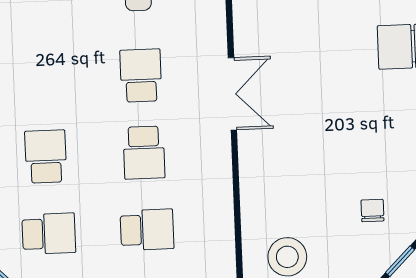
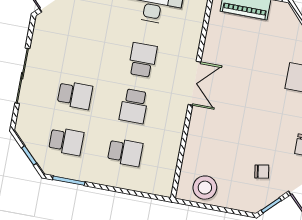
school desk: (46, 157) -> (75, 95), turned 90
chair: (372, 210) -> (262, 172), turned 80

